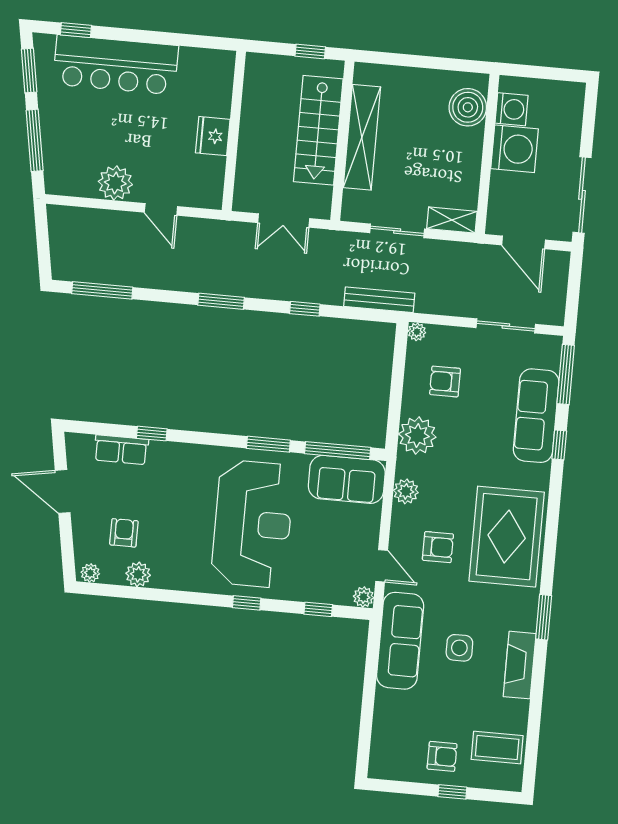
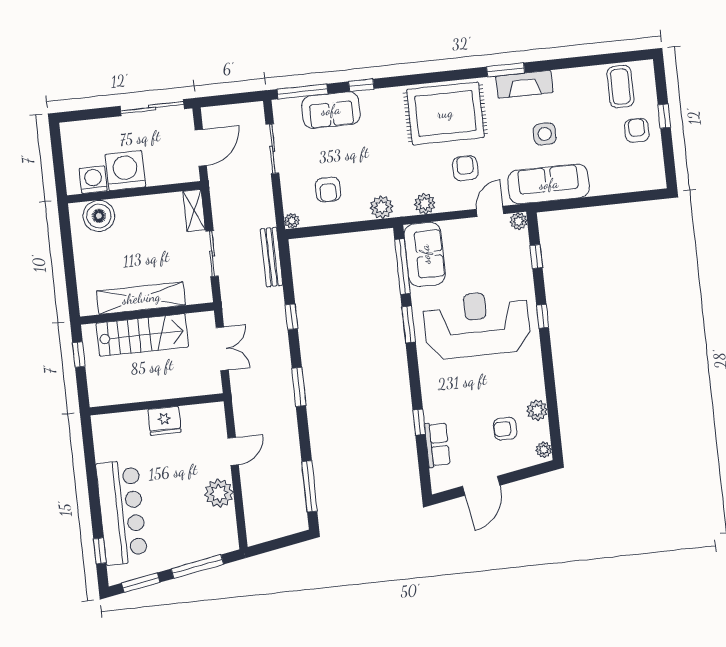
sofa: (536, 416) -> (331, 110), width x0.73
plant: (417, 435) -> (382, 207), width x0.73, depth x0.73
fireplace: (520, 665) -> (524, 84), moved

